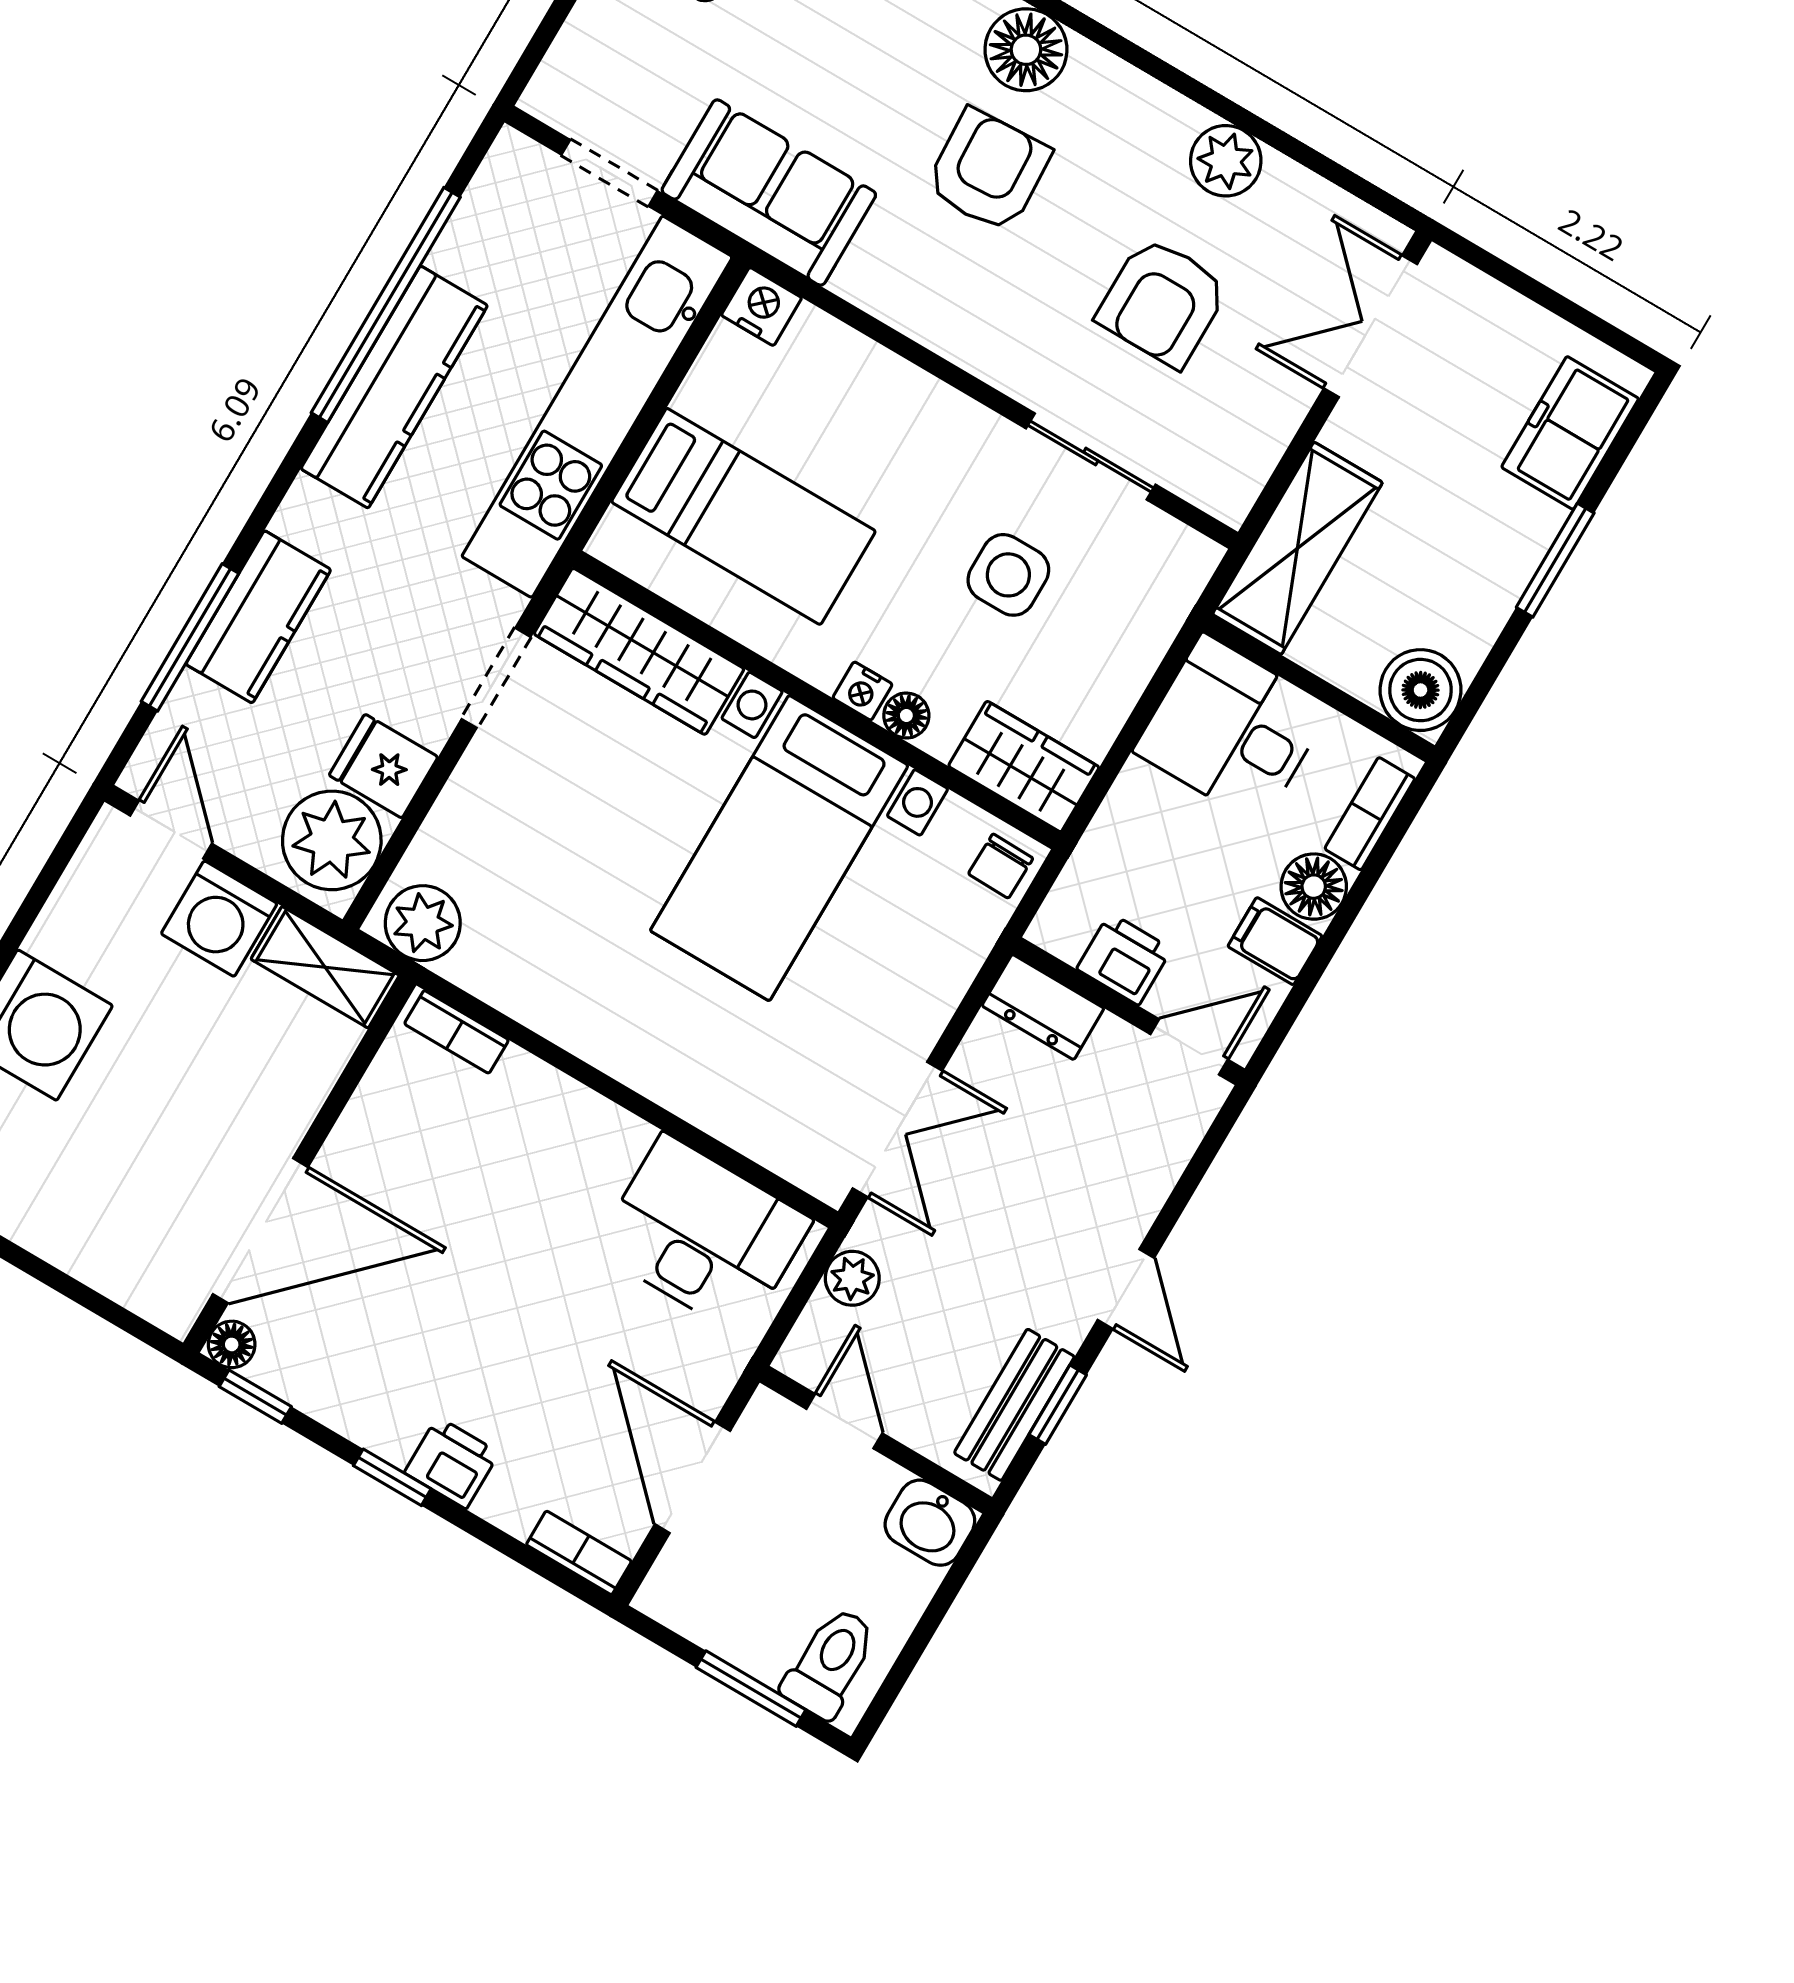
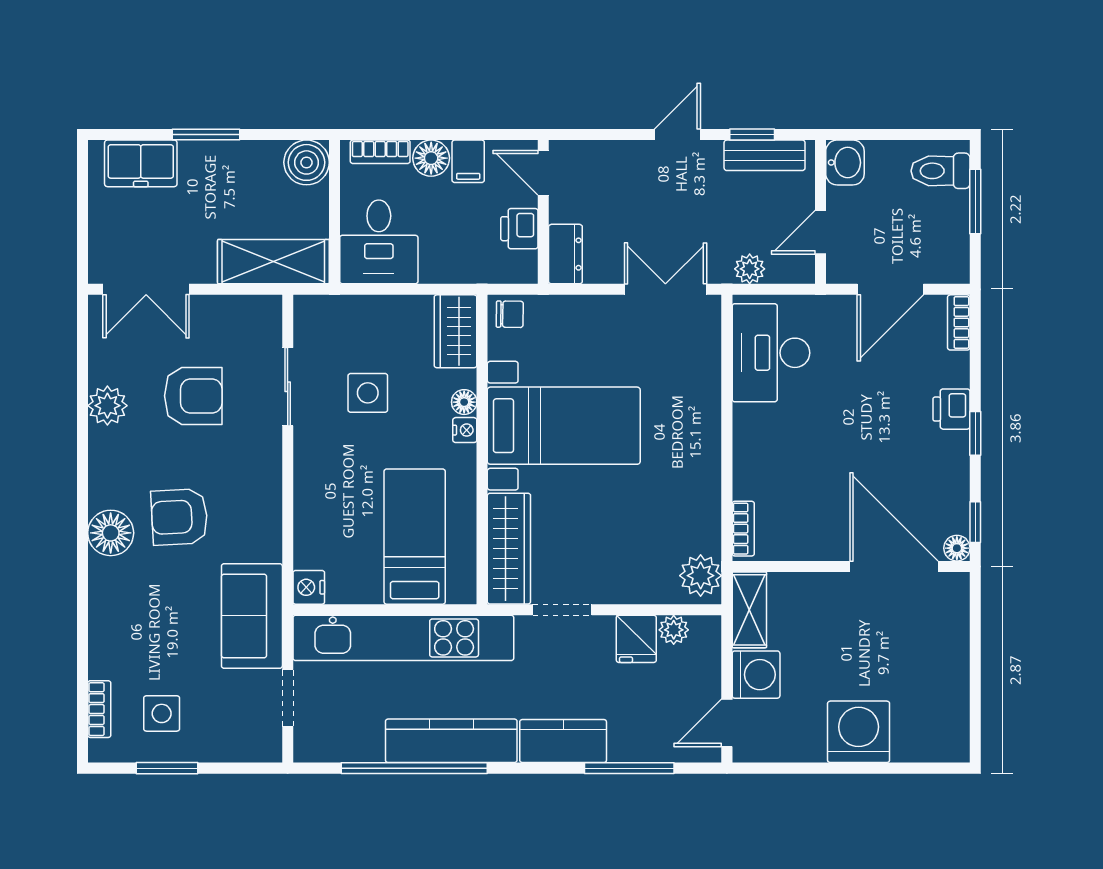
kitchen counter: (258, 617) -> (563, 741), moved
plant: (332, 840) -> (674, 630), width x0.53, depth x0.53

